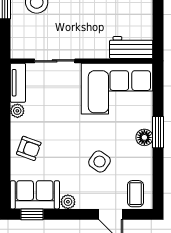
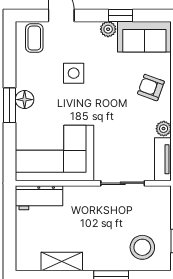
side table: (100, 162) -> (74, 73), turned -36
window: (32, 214) -> (121, 15), moved

